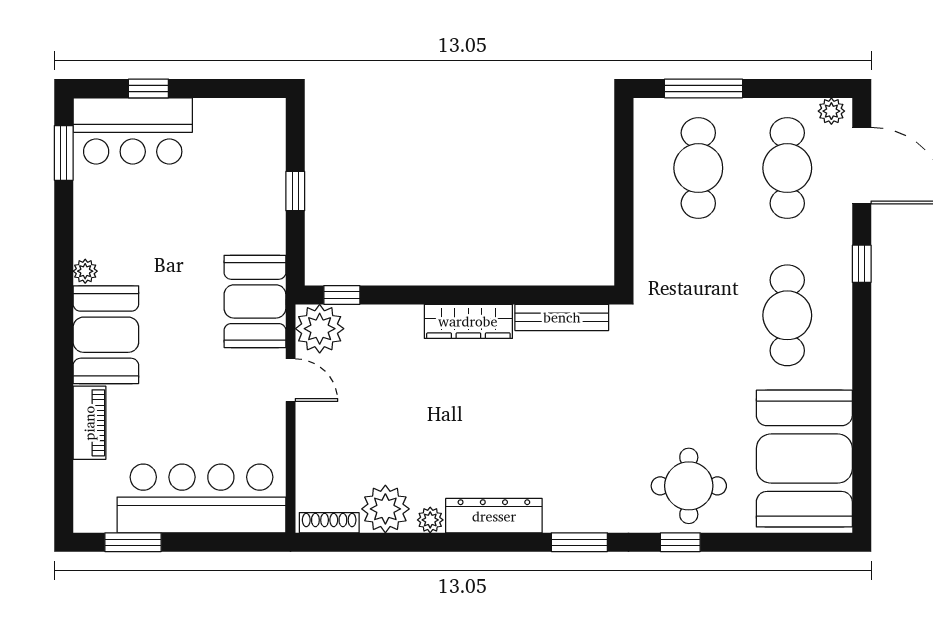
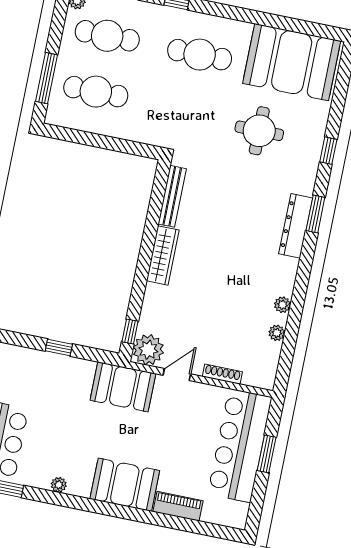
plant: (85, 271) -> (59, 485), moved
round table: (689, 486) -> (259, 131), moved
plant: (385, 509) -> (277, 333), width x0.53, depth x0.53
dresser: (494, 516) -> (296, 226), moved
shoe rack: (329, 523) -> (222, 374), moved, turned 90
window: (133, 542) -> (267, 454), moved

